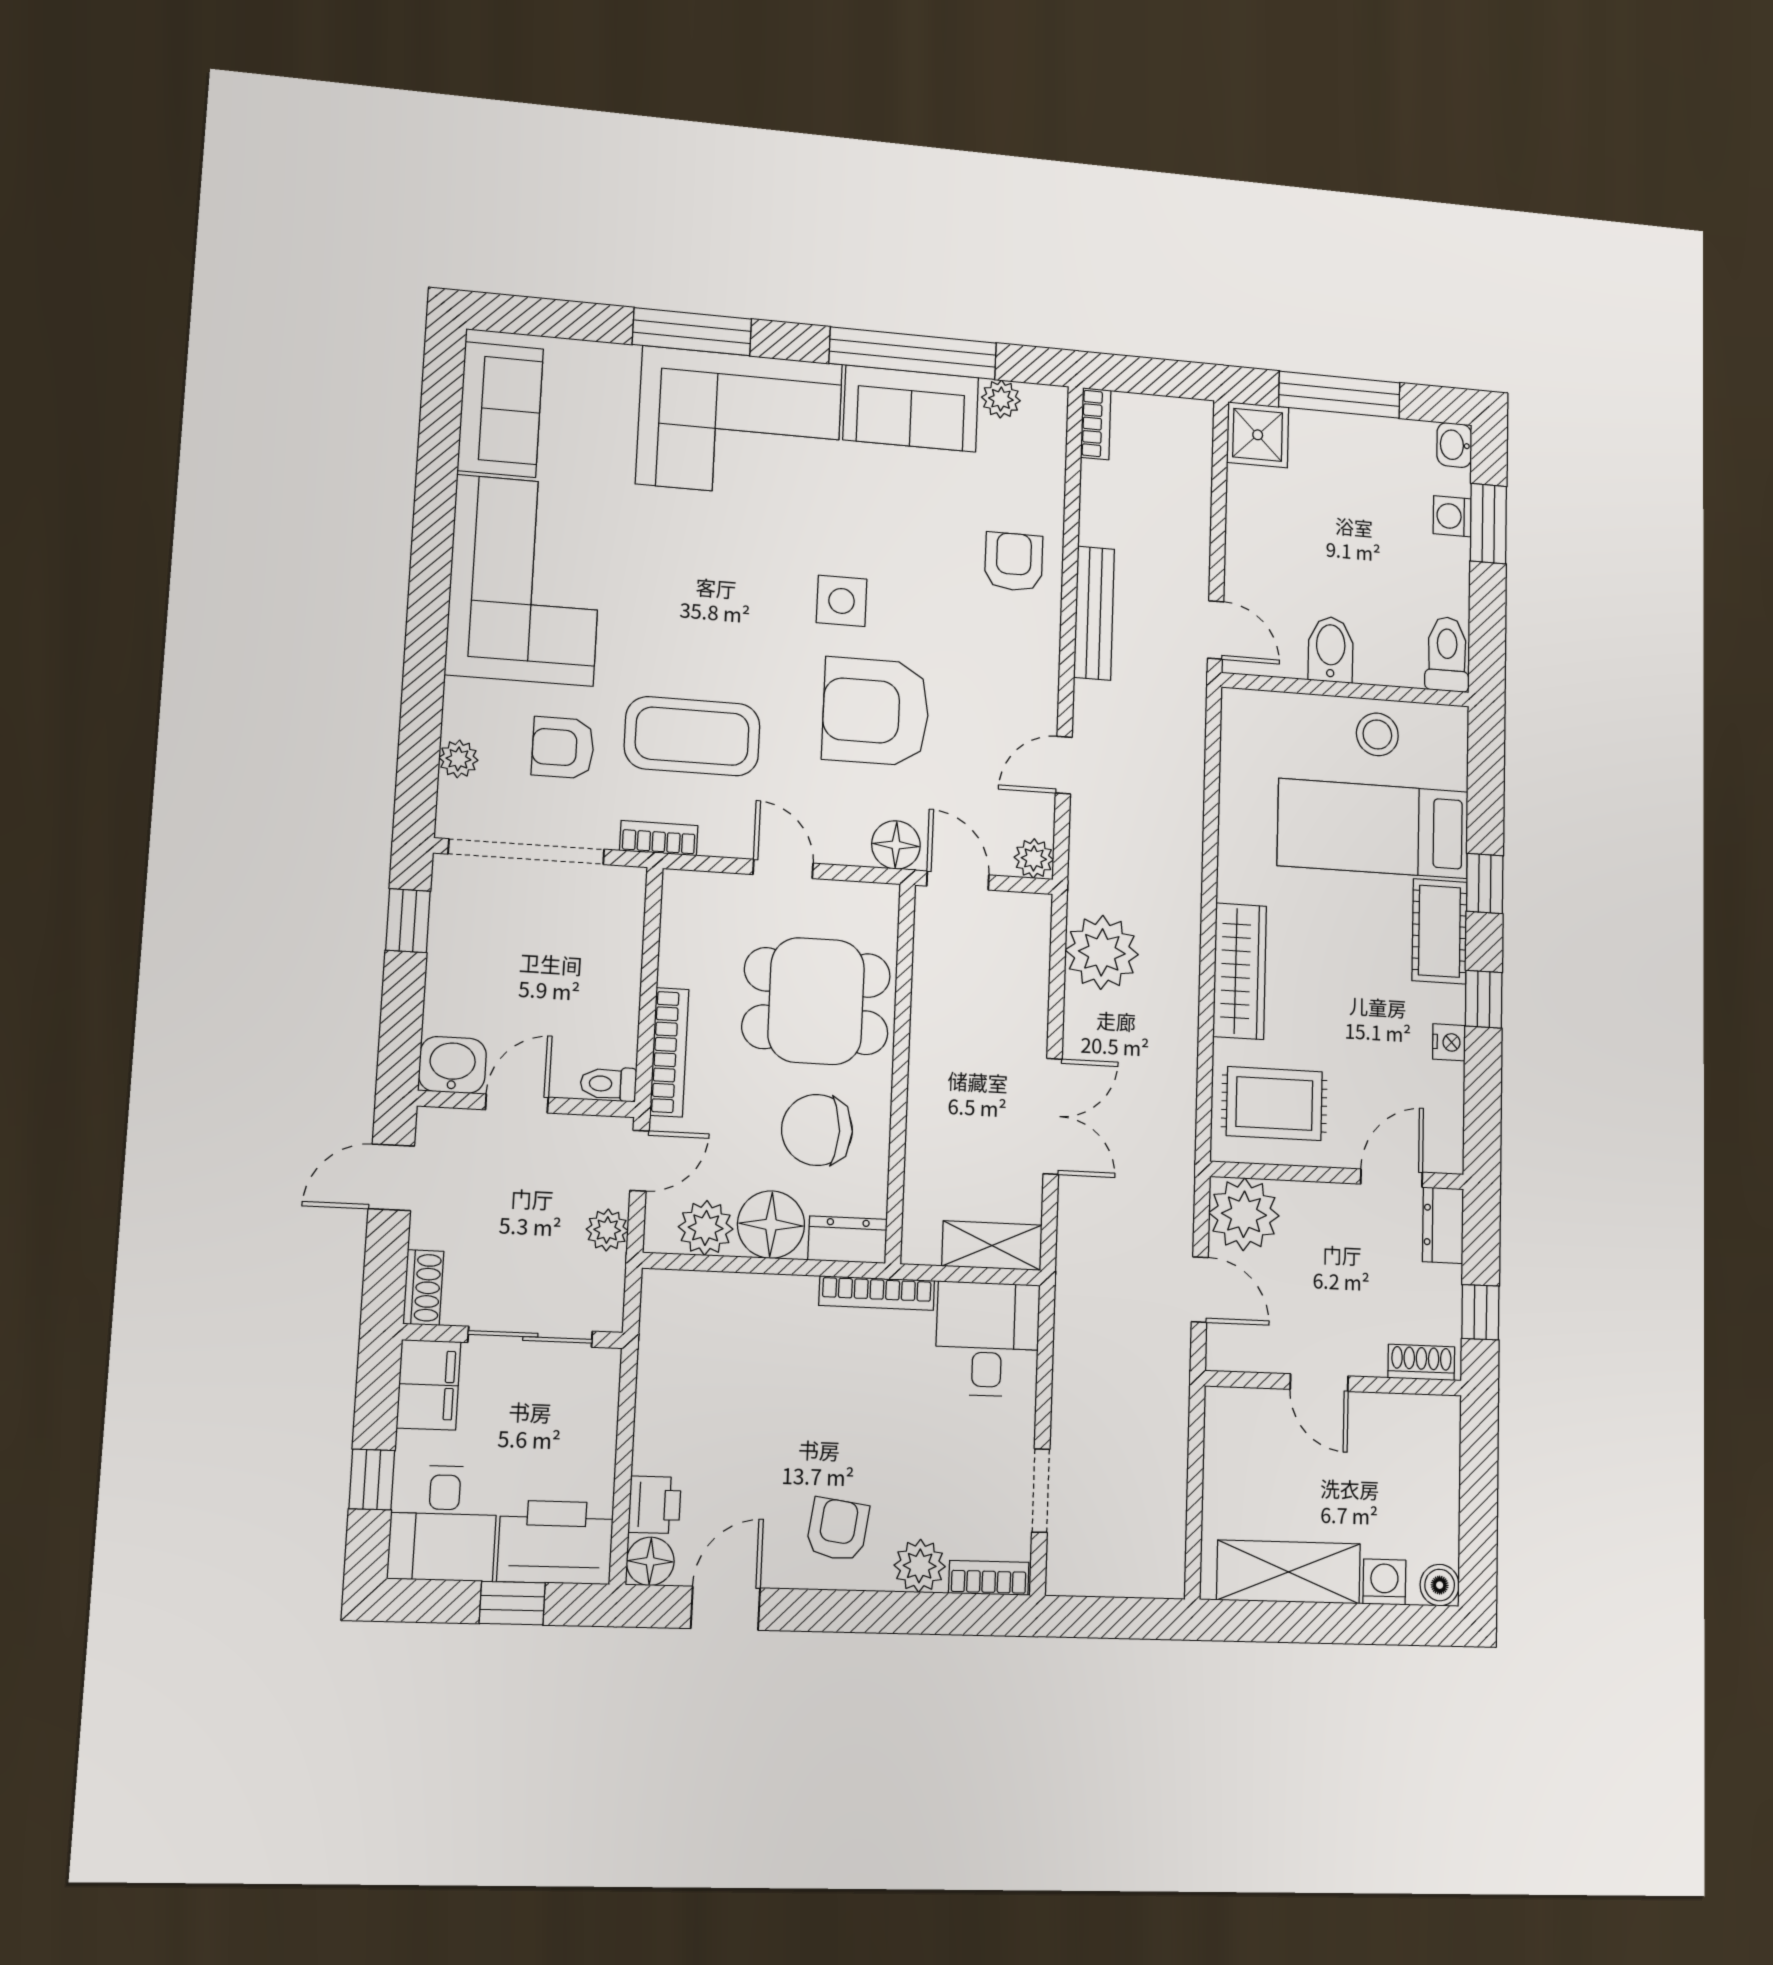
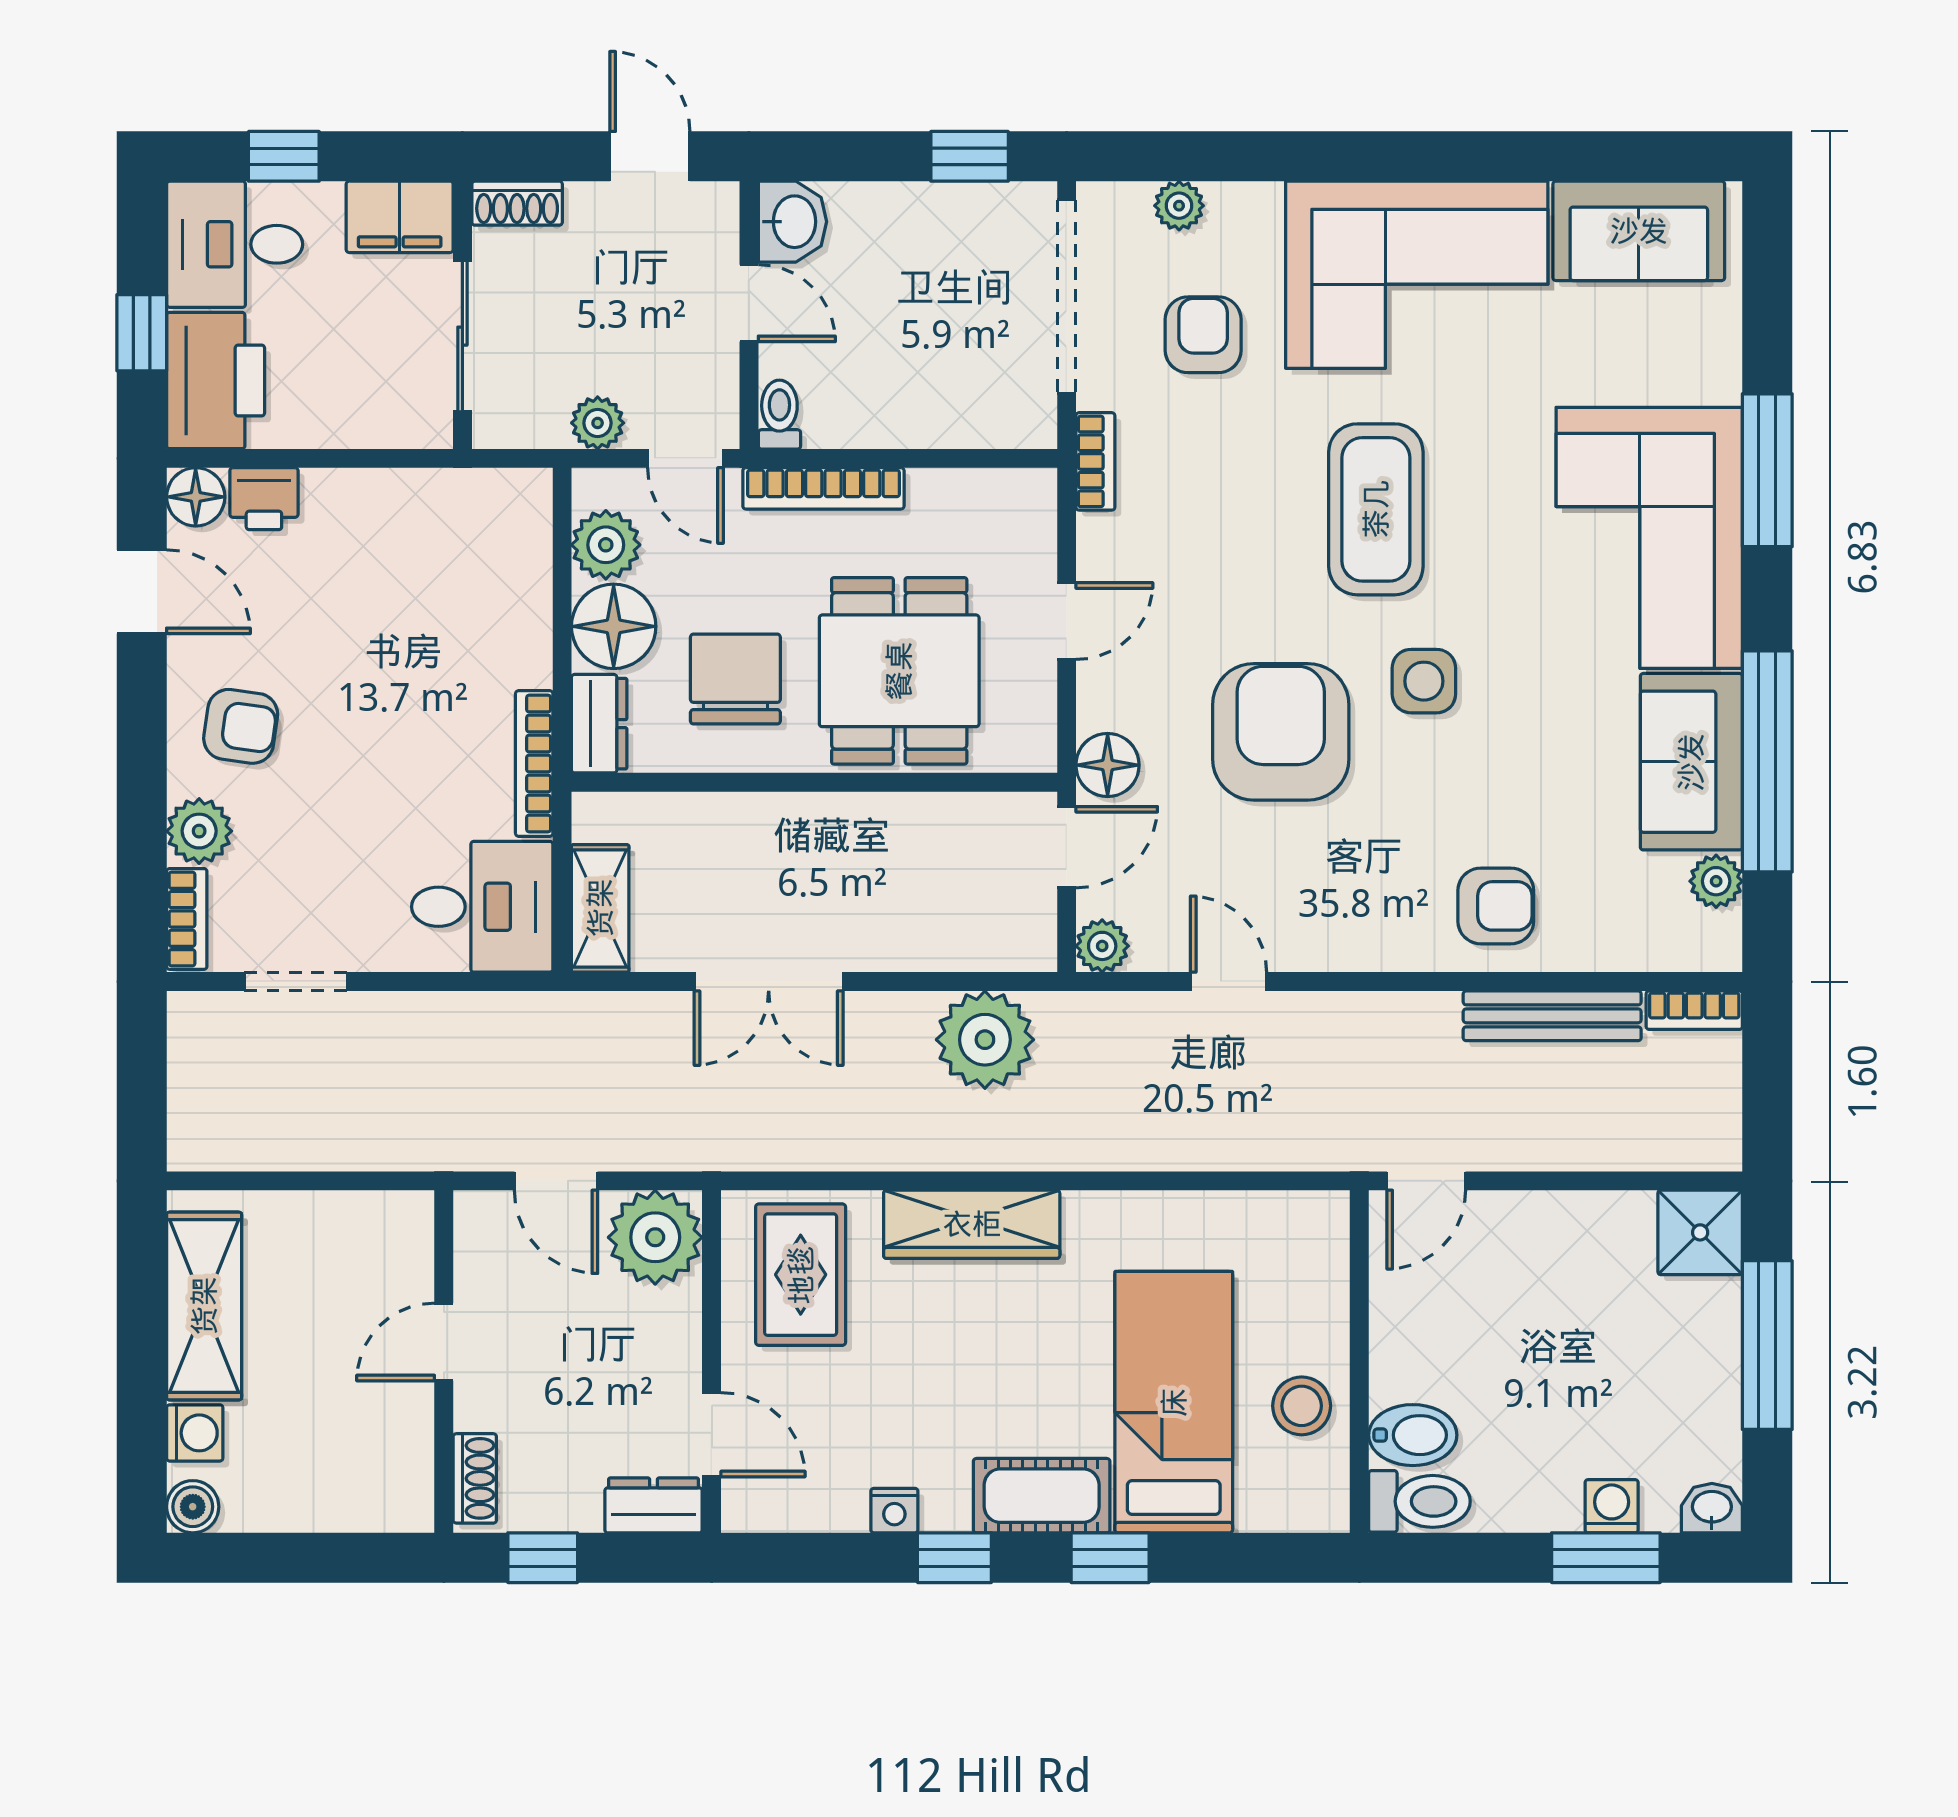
bench: (1094, 613) -> (1552, 1016), moved
bidet: (1331, 649) -> (1413, 1435), moved
coffee table: (692, 736) -> (1376, 509), moved
door: (1200, 1290) -> (556, 1181), hinge flipped

